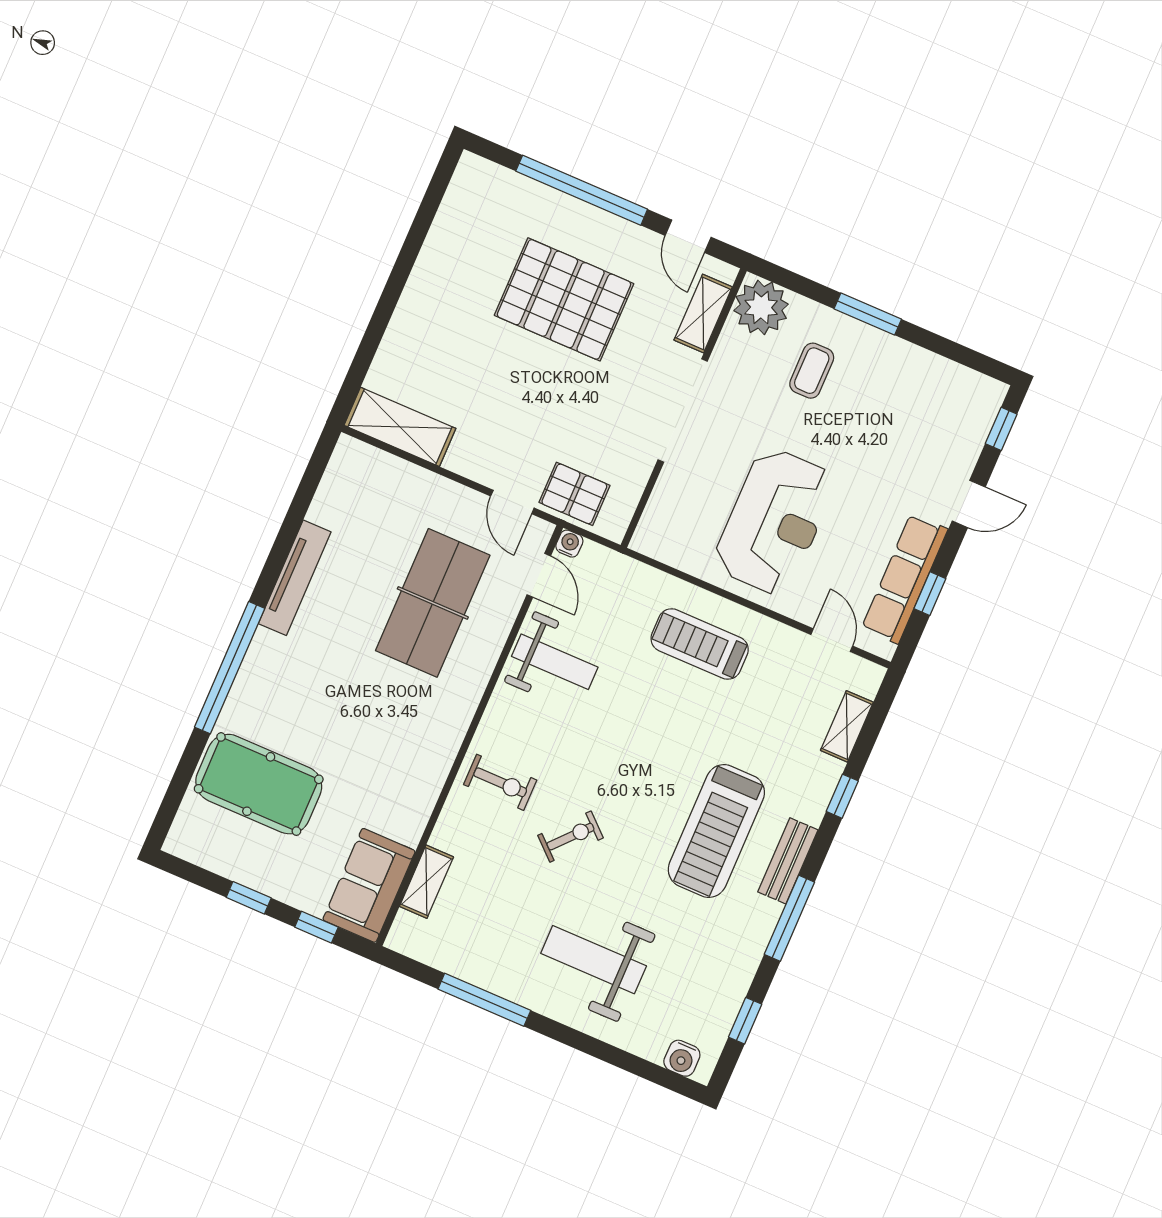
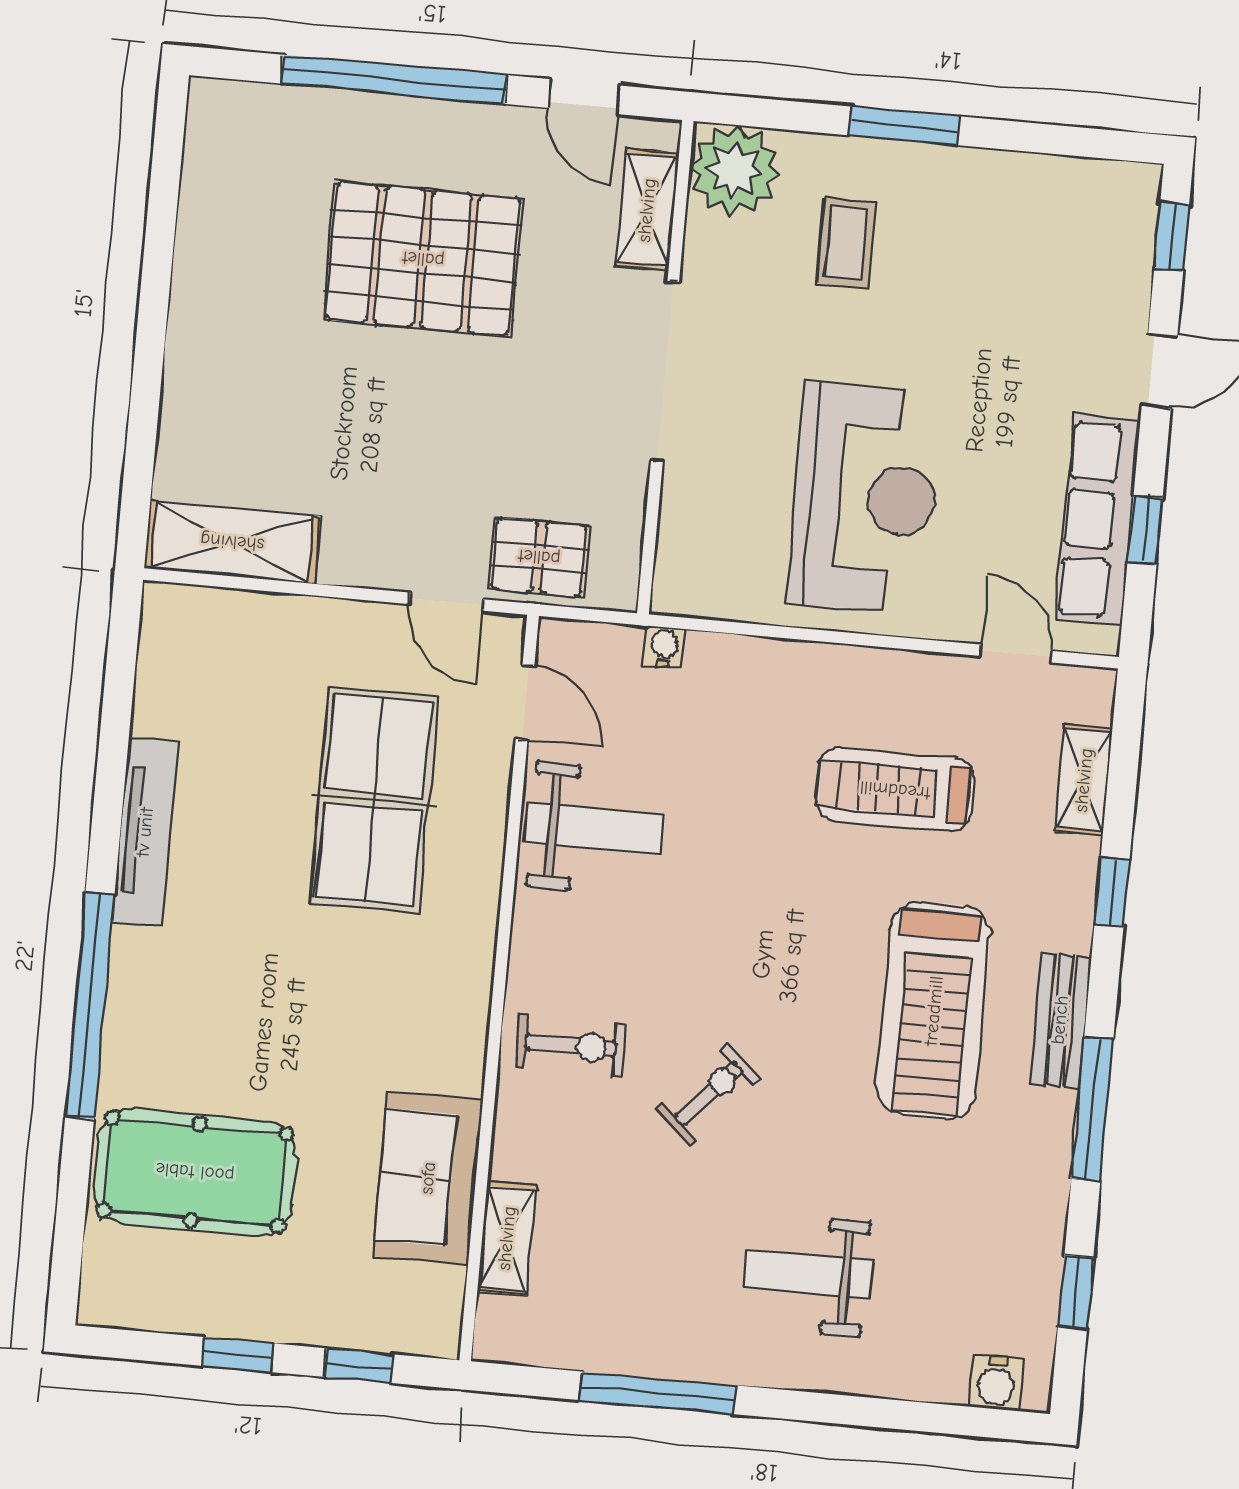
water cooler: (569, 544) -> (664, 647), moved
treadmill: (700, 644) -> (895, 790), moved
sofa: (369, 885) -> (428, 1178), moved
weight bench: (594, 960) -> (808, 1274), width x0.73, depth x0.75

